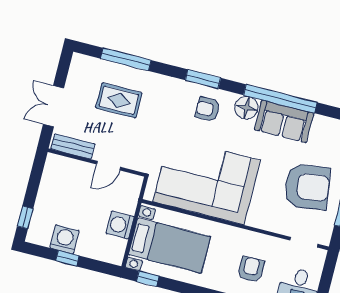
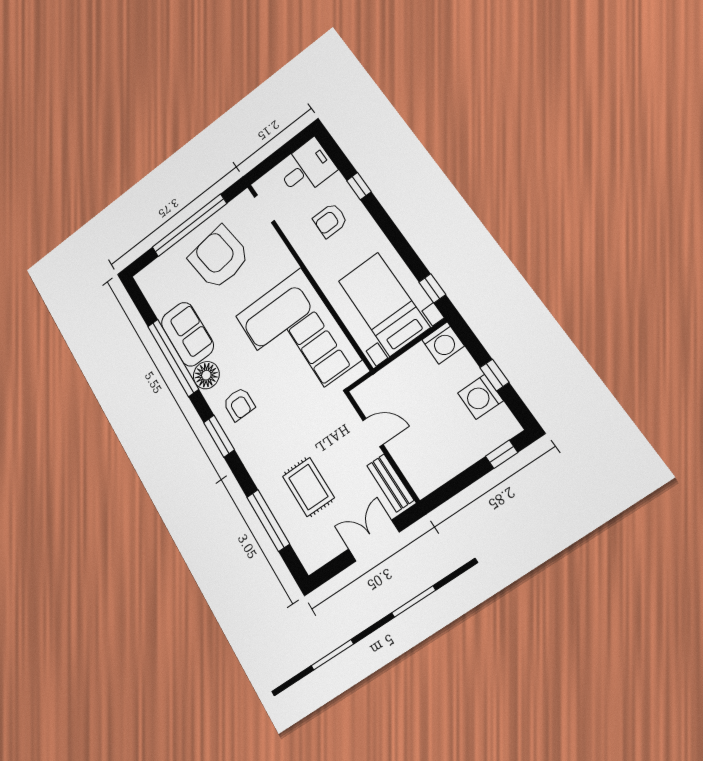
double door: (54, 106) -> (374, 541), swing flipped
washing machine: (120, 225) -> (443, 343), moved

